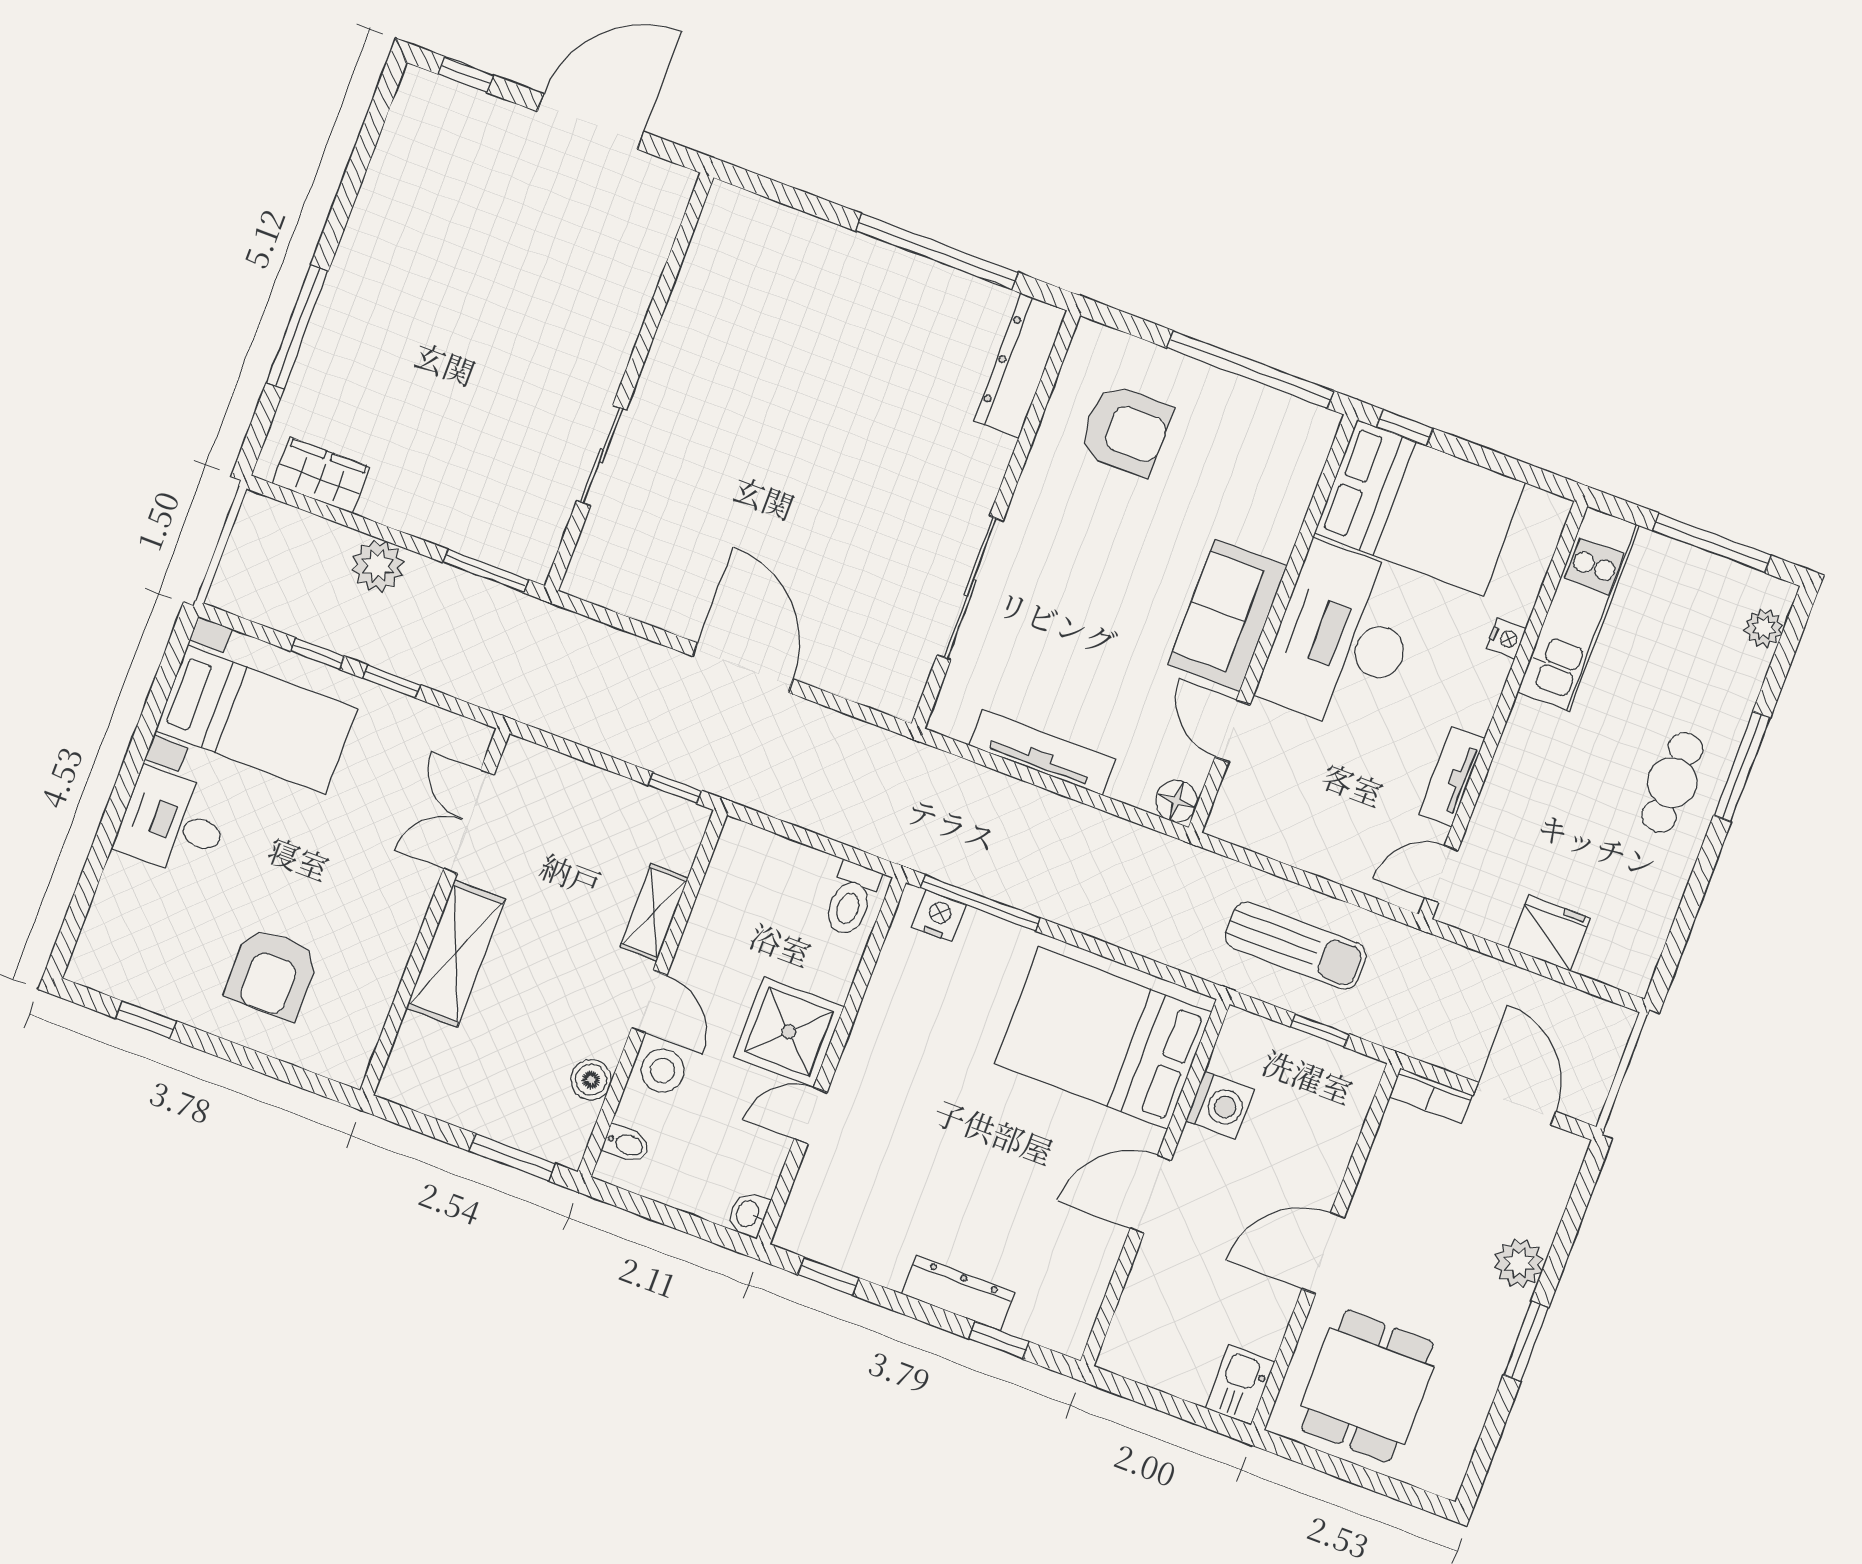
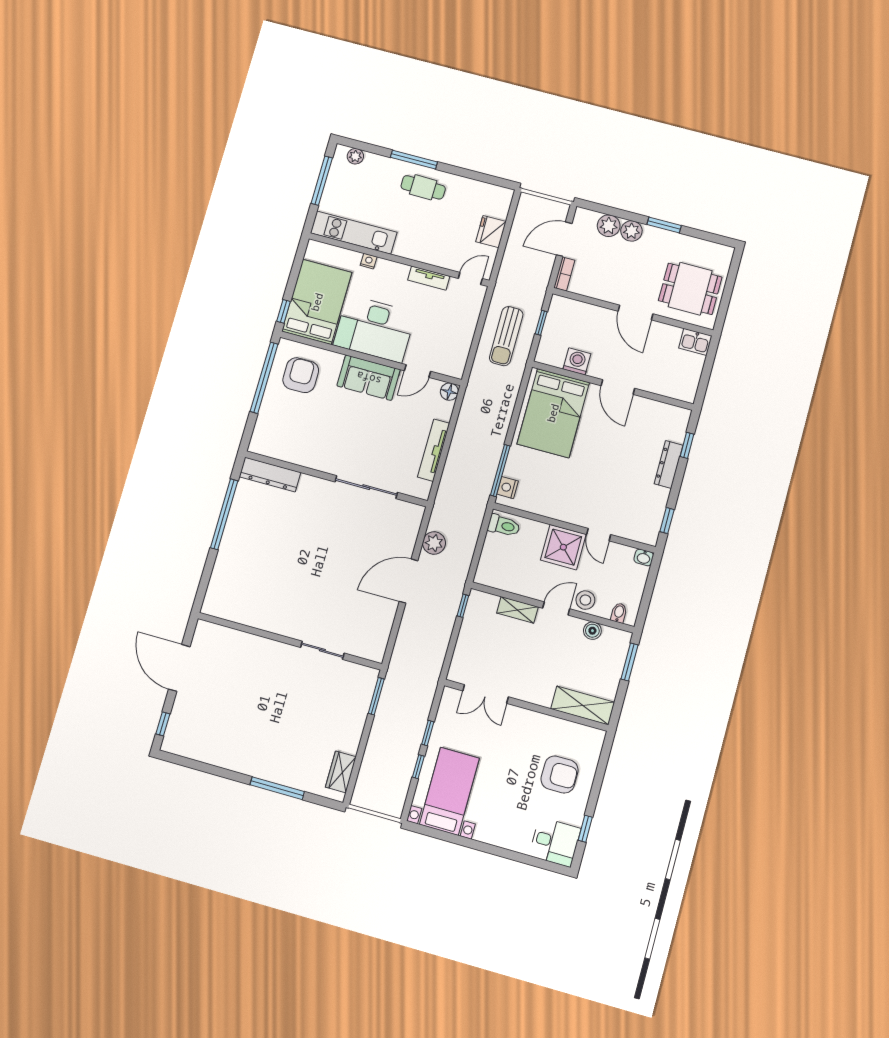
armchair: (1125, 430) -> (301, 375), moved
plant: (378, 566) -> (434, 543), moved
desk: (173, 823) -> (555, 842), moved, turned -90
door: (1441, 874) -> (470, 278), swing flipped
sun lounger: (1296, 946) -> (506, 336), turned 180
shelving: (456, 954) -> (583, 706), moved
plant: (1537, 1211) -> (609, 226), added

